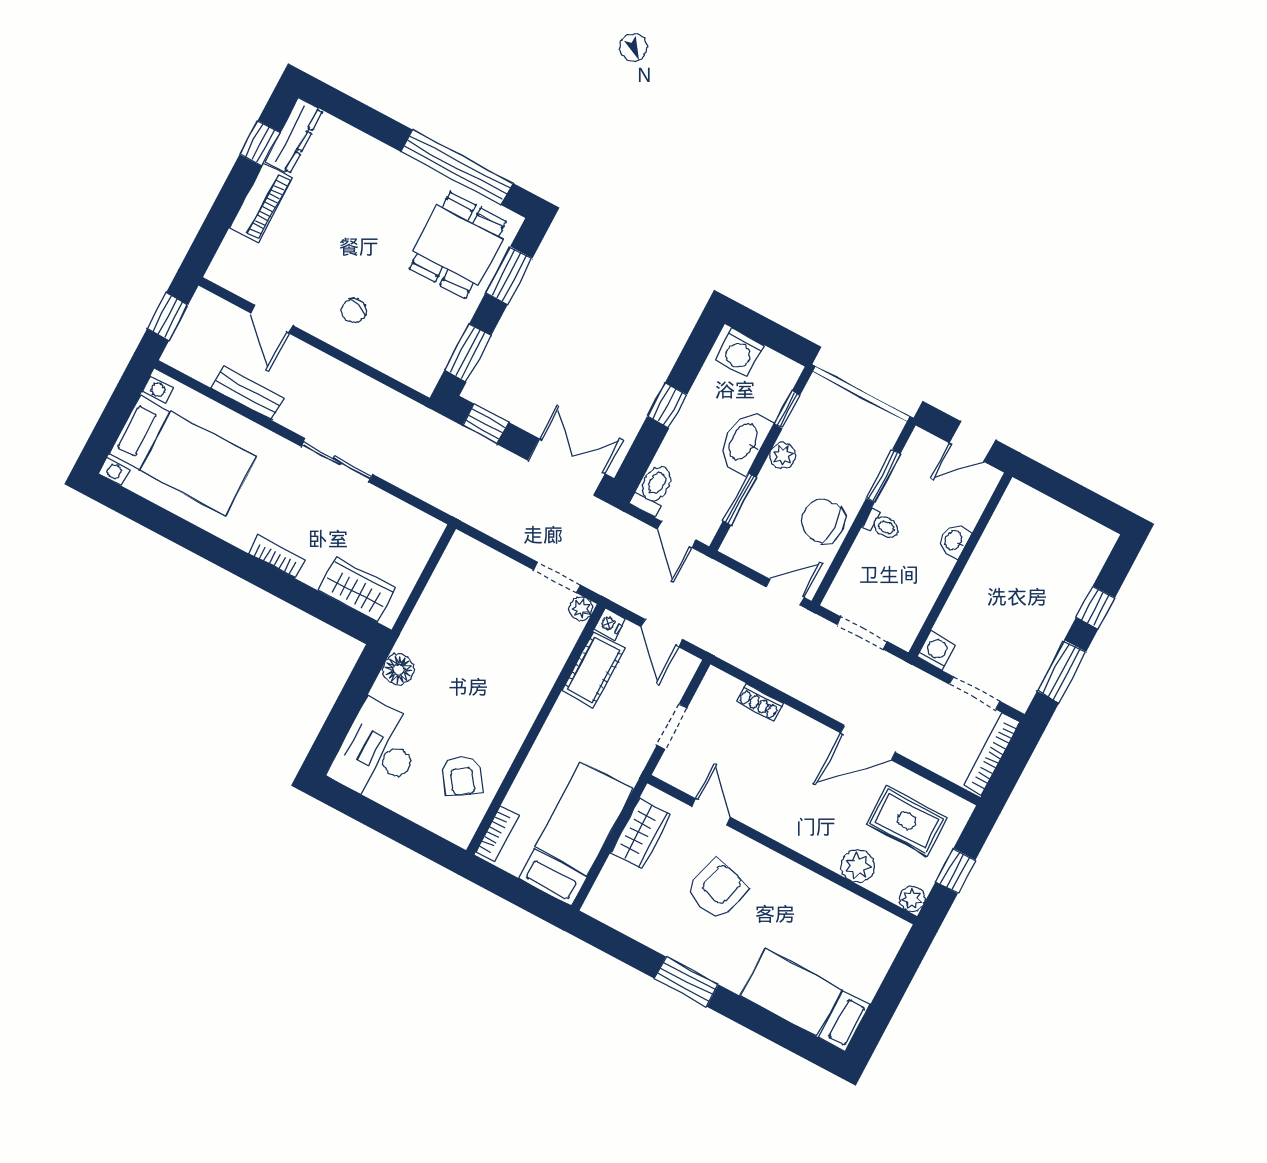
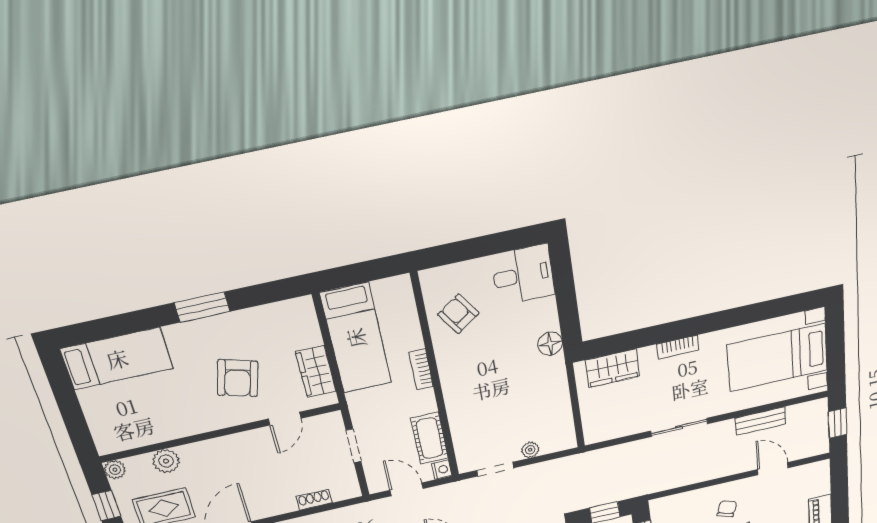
plant: (581, 609) -> (530, 450), moved
desk: (377, 752) -> (523, 275), width x0.73
door: (711, 812) -> (285, 419), hinge flipped
bookcase: (497, 834) -> (421, 369), moved

